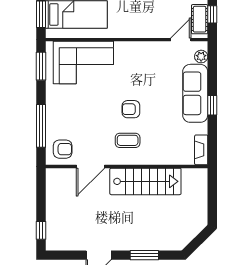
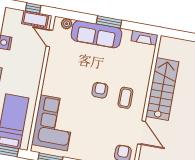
window: (212, 105) -> (109, 22), width x1.50
armchair: (131, 109) -> (100, 90), turned 180

